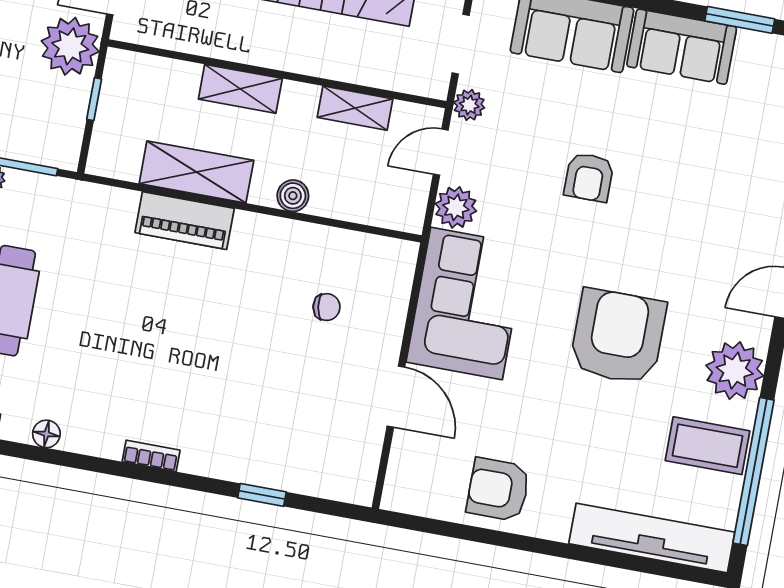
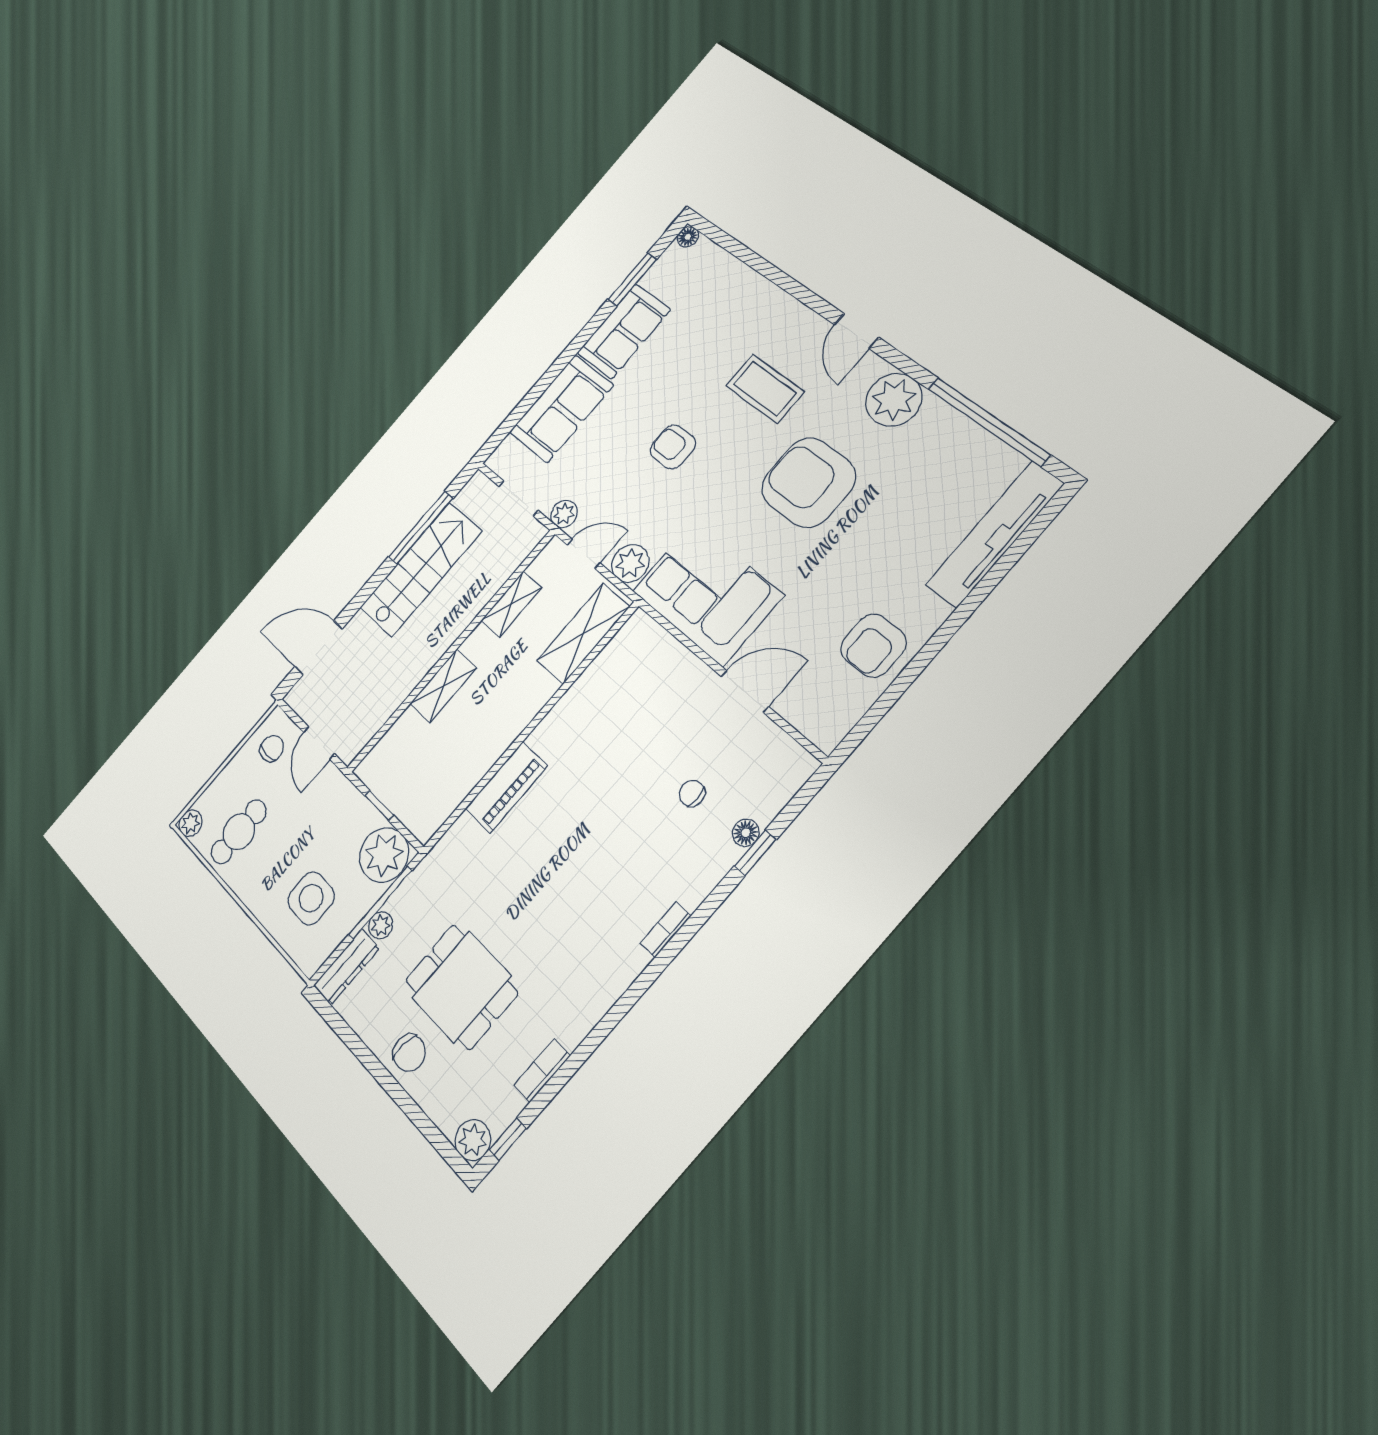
plant: (70, 46) -> (384, 855), moved
door: (441, 152) -> (583, 554), swing flipped
shelving: (196, 172) -> (583, 634), moved
armchair: (589, 177) -> (673, 447), turned 180
boiler: (293, 196) -> (542, 689), removed
chair: (327, 307) -> (692, 793), moved, turned -81
floor lamp: (46, 434) -> (746, 833), moved
coffee table: (708, 446) -> (765, 389), moved, turned 90

